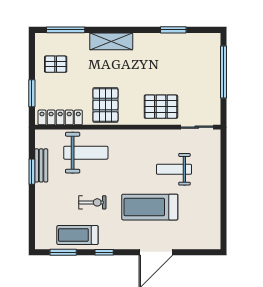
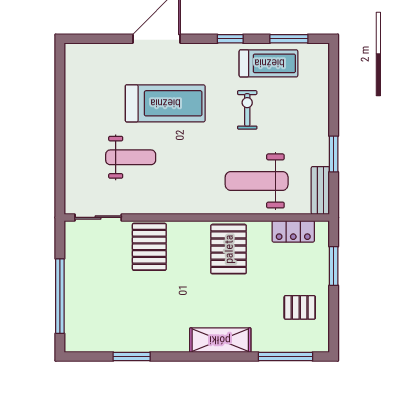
pallet: (161, 107) -> (149, 247), turned 90
locker: (60, 117) -> (293, 231), width x0.66
bench: (41, 165) -> (320, 190), moved
exercise bike: (92, 202) -> (247, 110), turned 90

